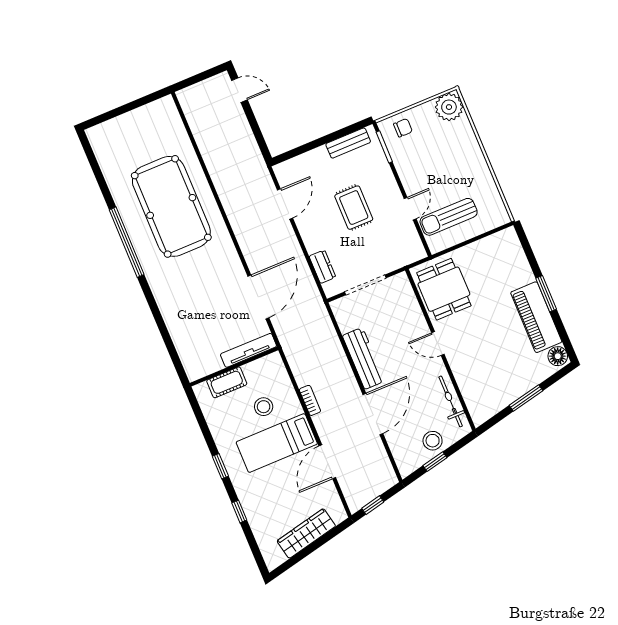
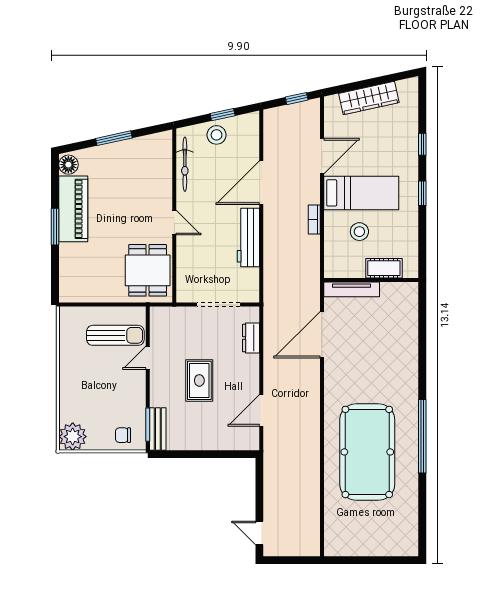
bench: (348, 143) -> (158, 429), moved, turned 90

